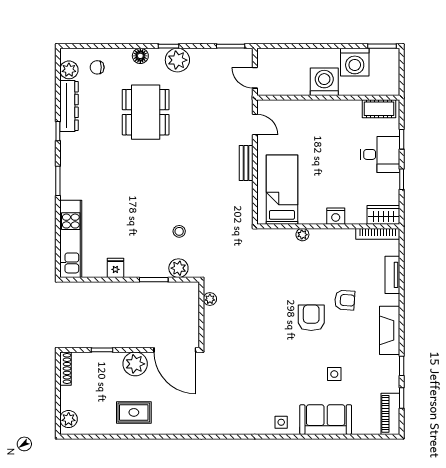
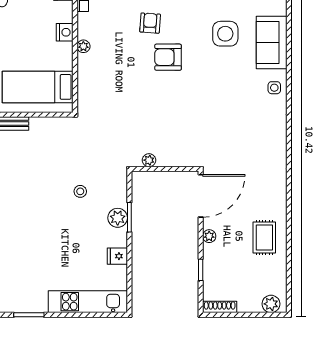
plant: (302, 235) -> (83, 46), moved
plant: (178, 268) -> (118, 218), moved
plant: (135, 364) -> (209, 236), width x0.53, depth x0.53
side table: (334, 374) -> (225, 34), width x1.87, depth x1.87

